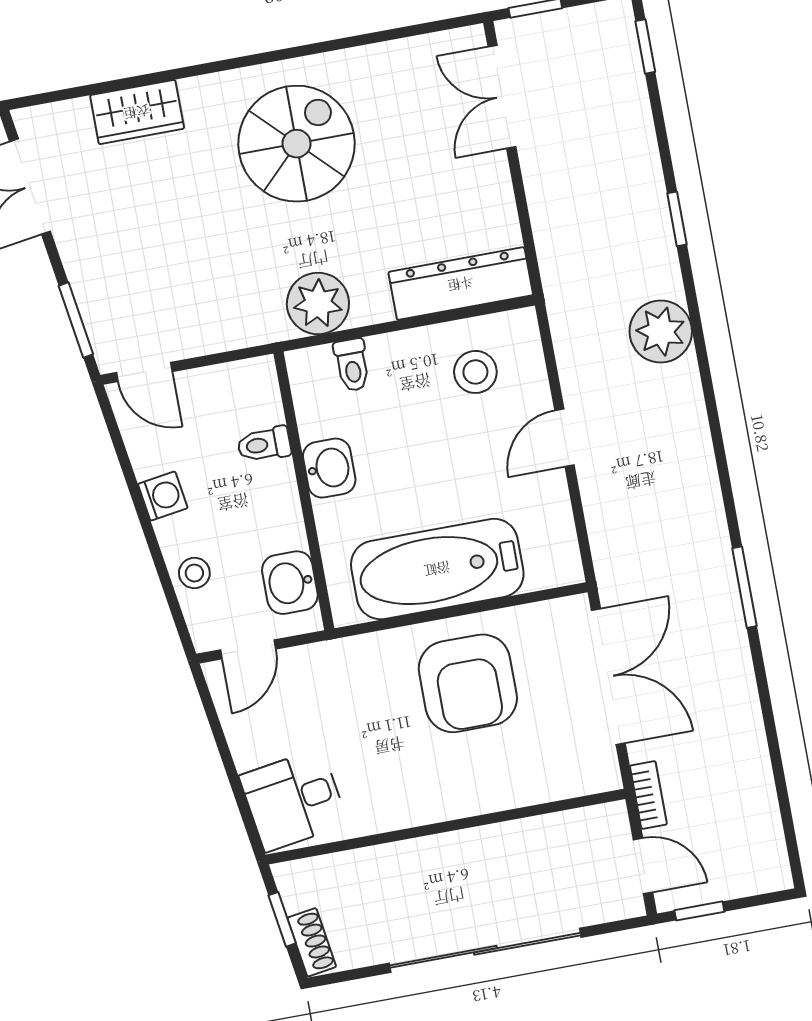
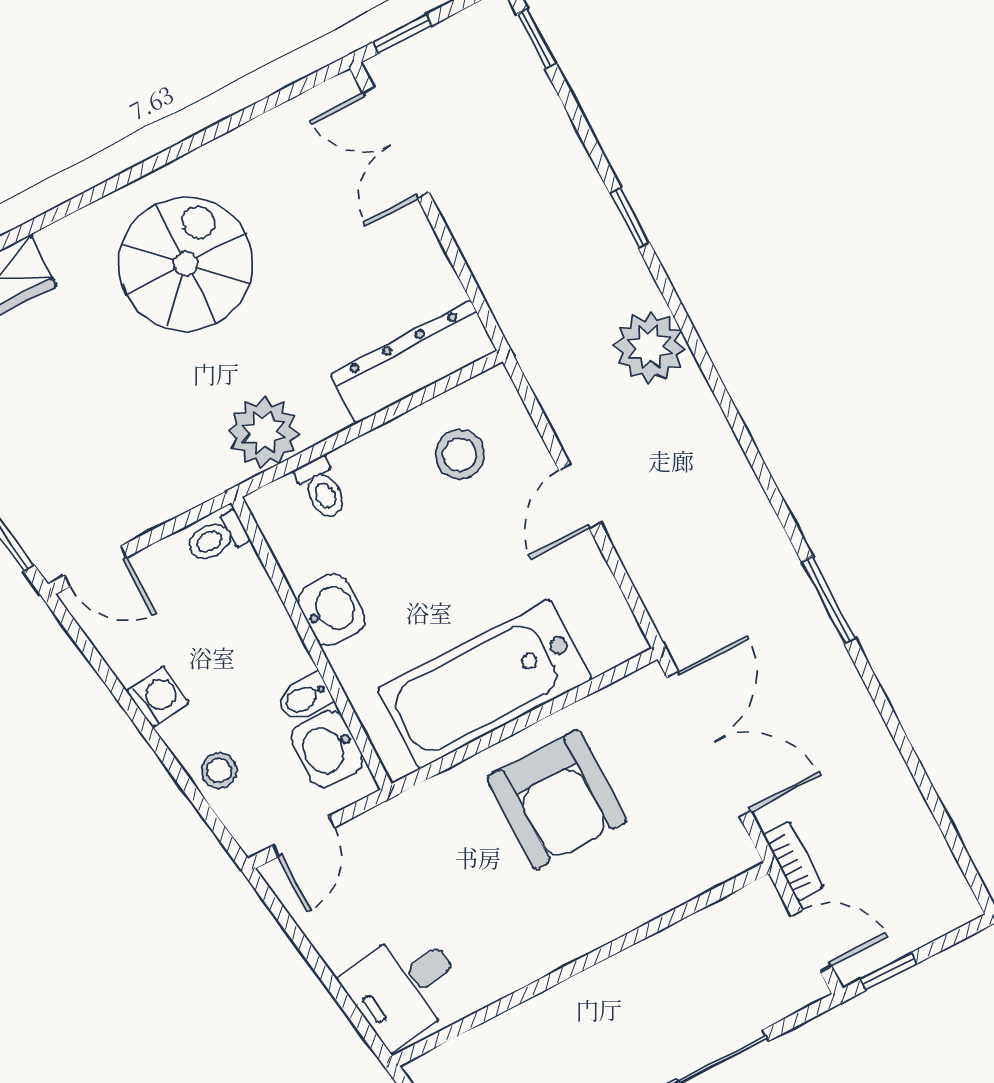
toilet: (264, 444) -> (217, 538), moved
bidet: (284, 535) -> (304, 698), added

